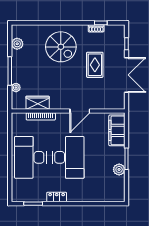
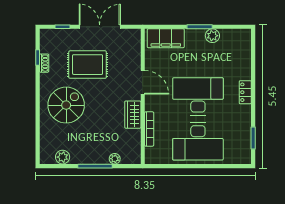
rug: (95, 65) -> (88, 65), width x1.36, depth x1.43
wardrobe: (38, 103) -> (133, 115), moved
locker: (57, 197) -> (245, 92), moved

